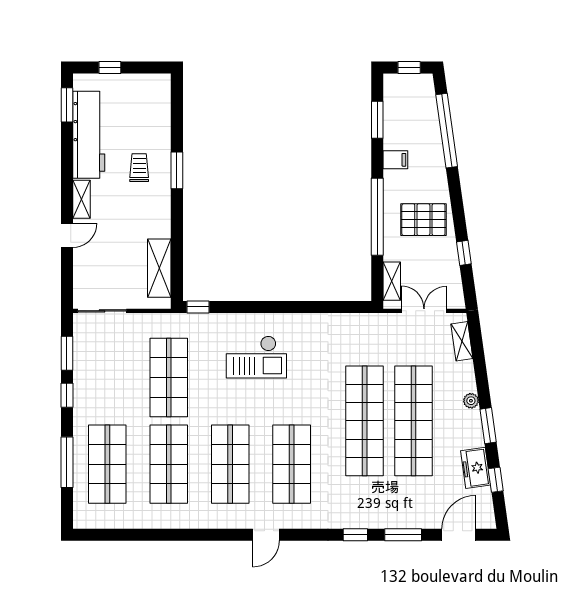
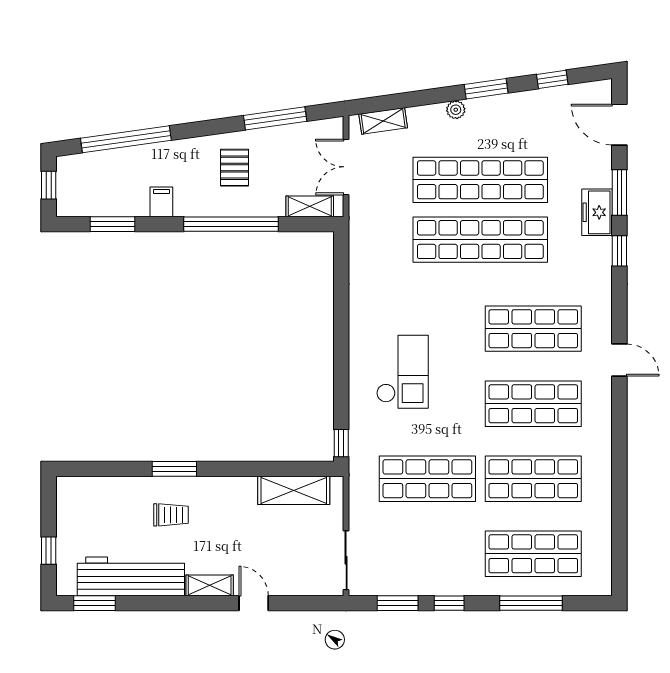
trolley: (139, 168) -> (171, 515), turned 180
pallet: (423, 220) -> (235, 168), width x0.67, depth x0.71
window: (464, 253) -> (275, 118), width x2.17
freezer: (476, 468) -> (597, 212), moved, turned 98

